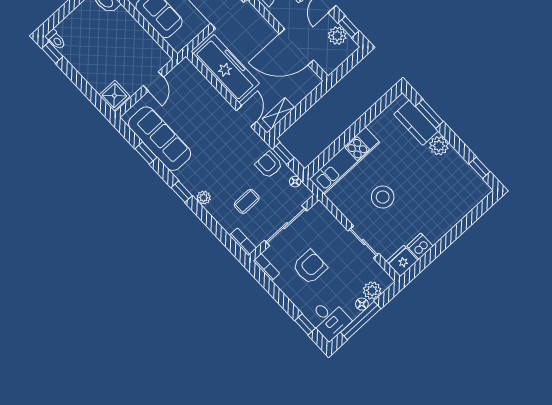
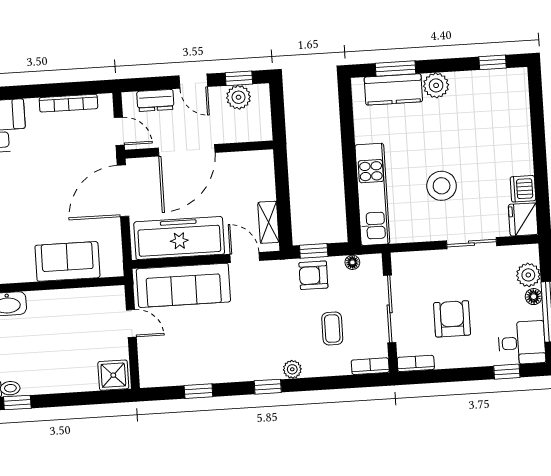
door: (296, 47) -> (187, 150), moved
sofa: (160, 139) -> (183, 285), moved, turned 180

